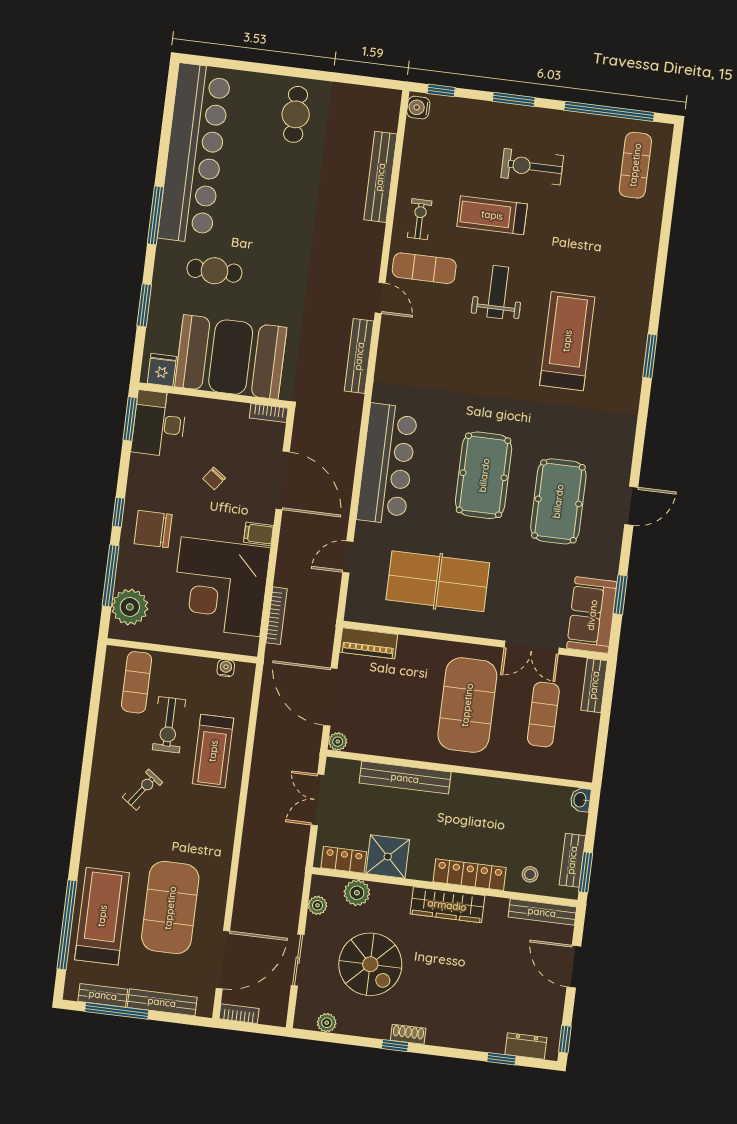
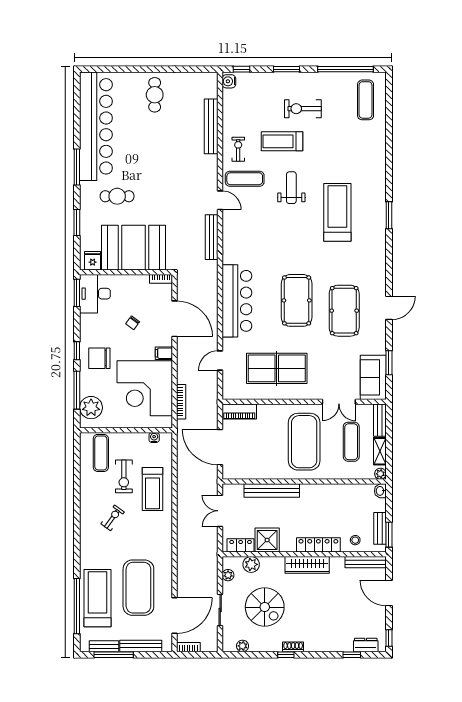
shelving: (588, 736) -> (380, 451), added
plant: (338, 742) -> (380, 474), moved

